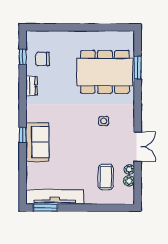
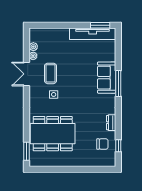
window: (138, 67) -> (27, 151), moved
window: (23, 135) -> (118, 83), width x2.17
coffee table: (106, 177) -> (51, 73), moved

